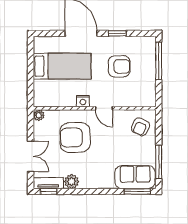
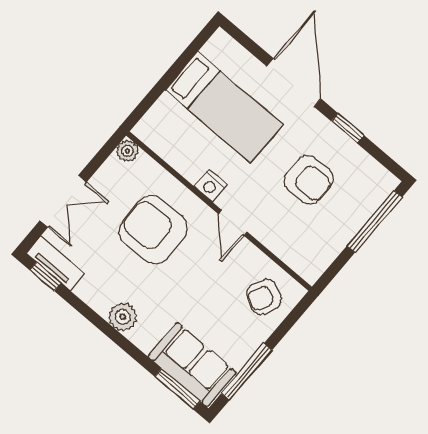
plant: (72, 182) -> (123, 317), moved

